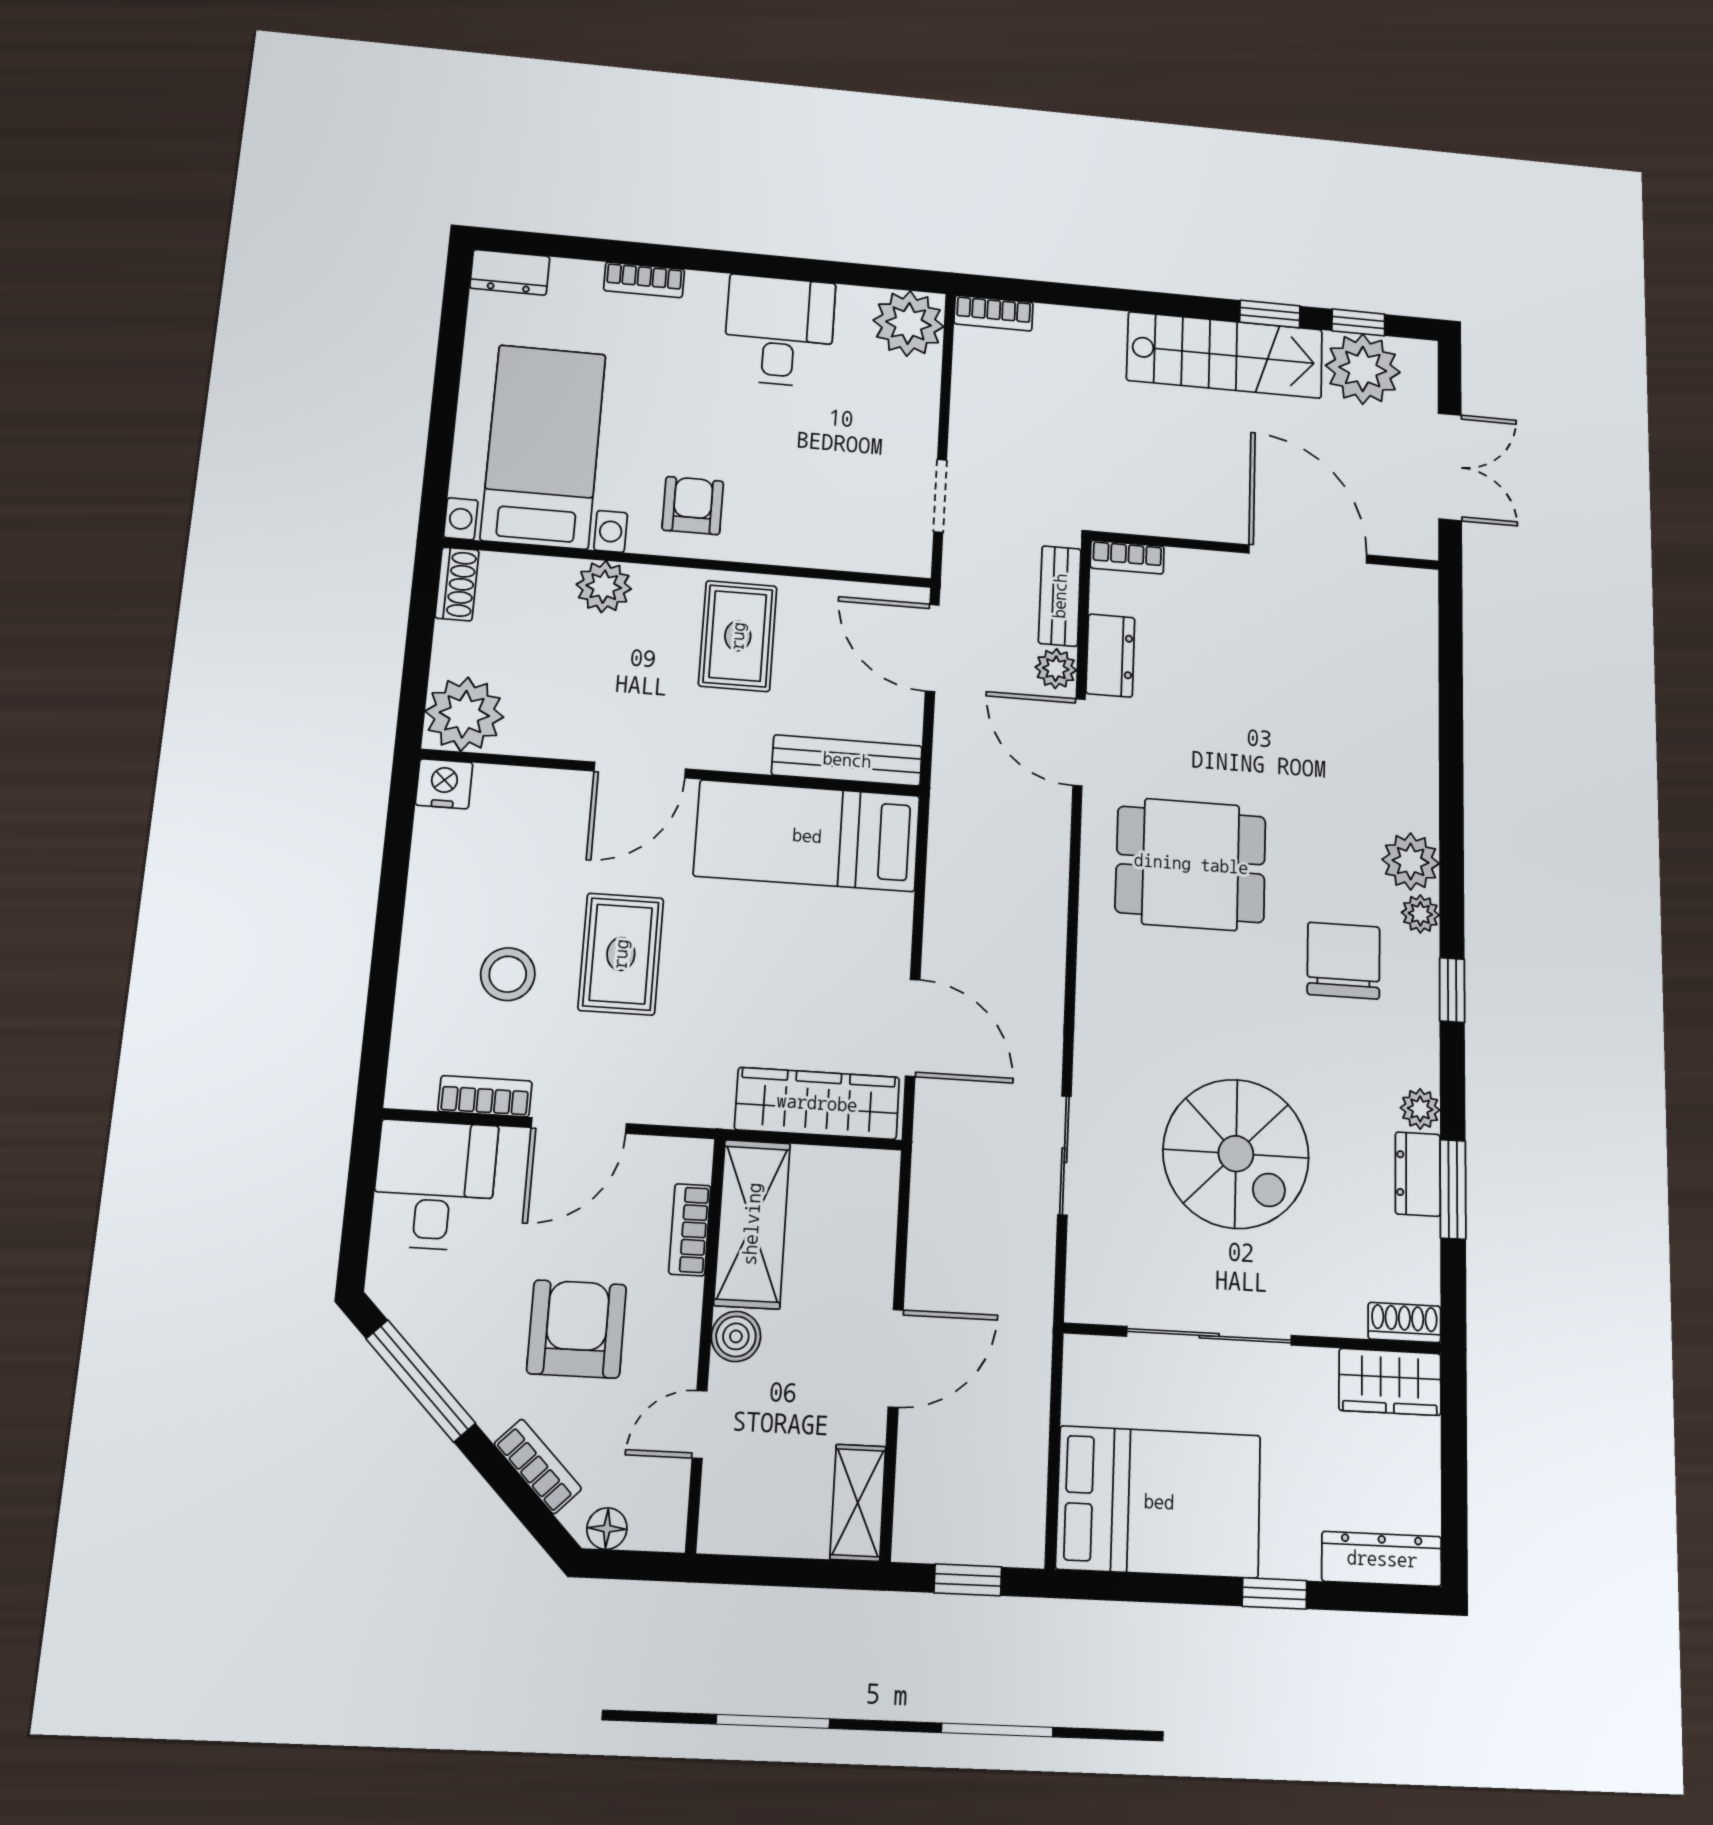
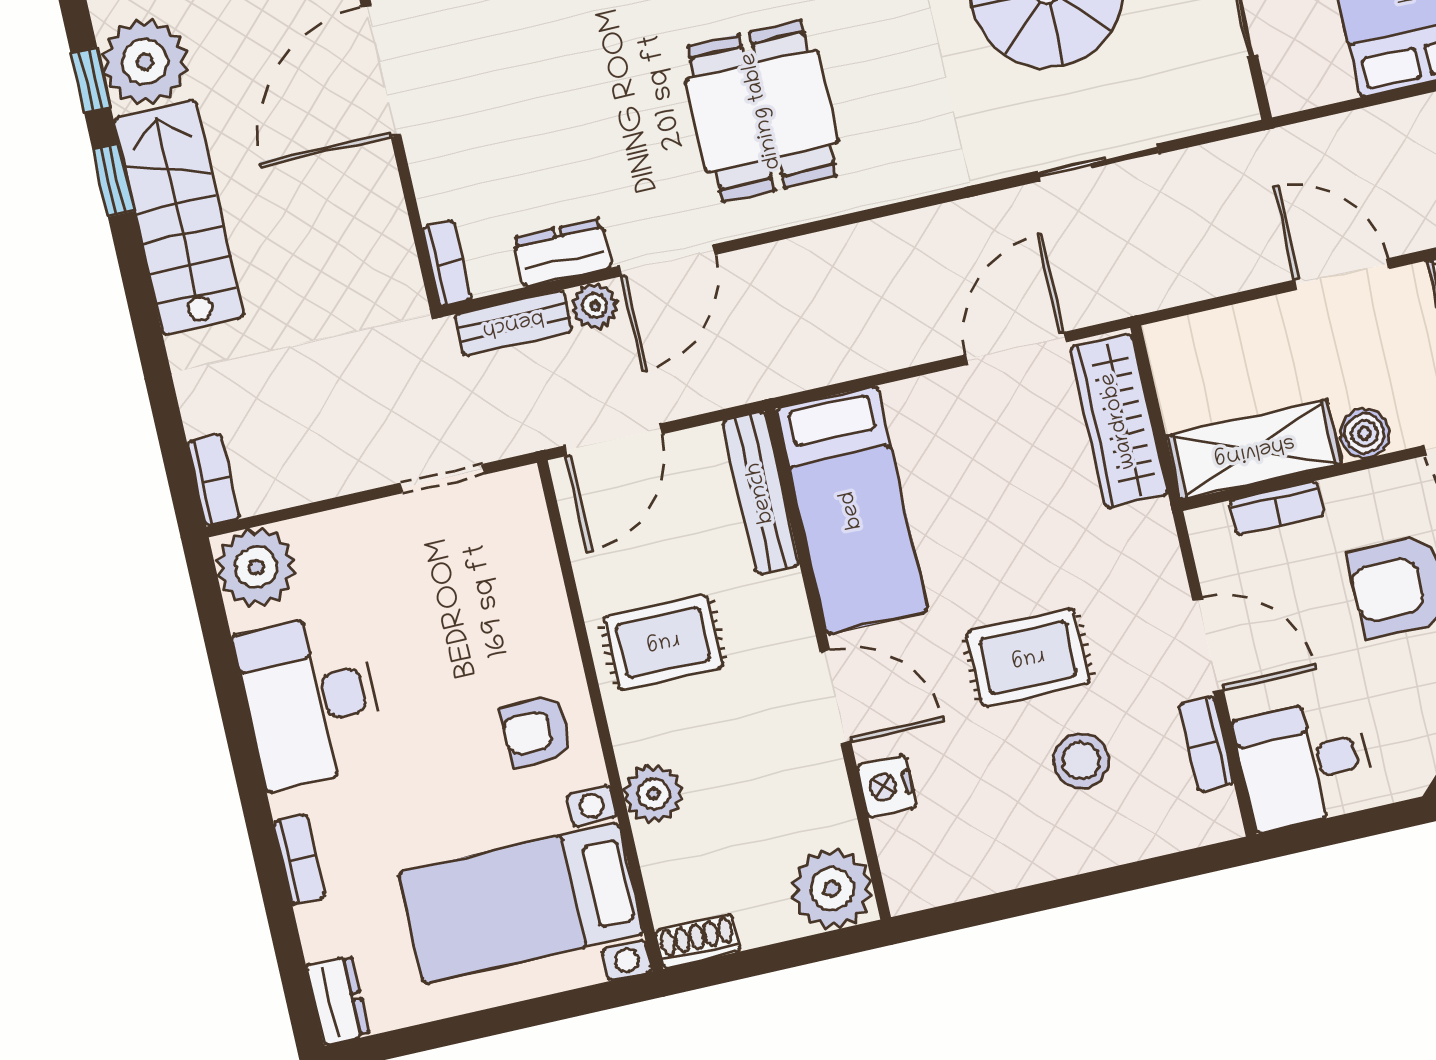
desk: (779, 331) -> (310, 701), width x1.37
nightstand: (444, 784) -> (887, 786), moved

